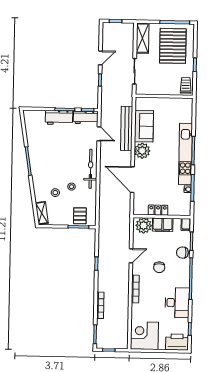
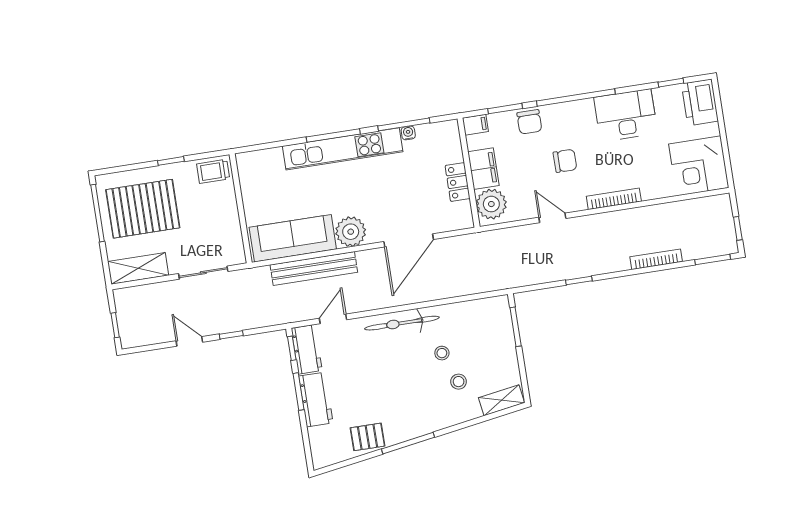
sofa: (144, 126) -> (293, 238), width x1.36
pallet: (80, 216) -> (368, 437), moved

